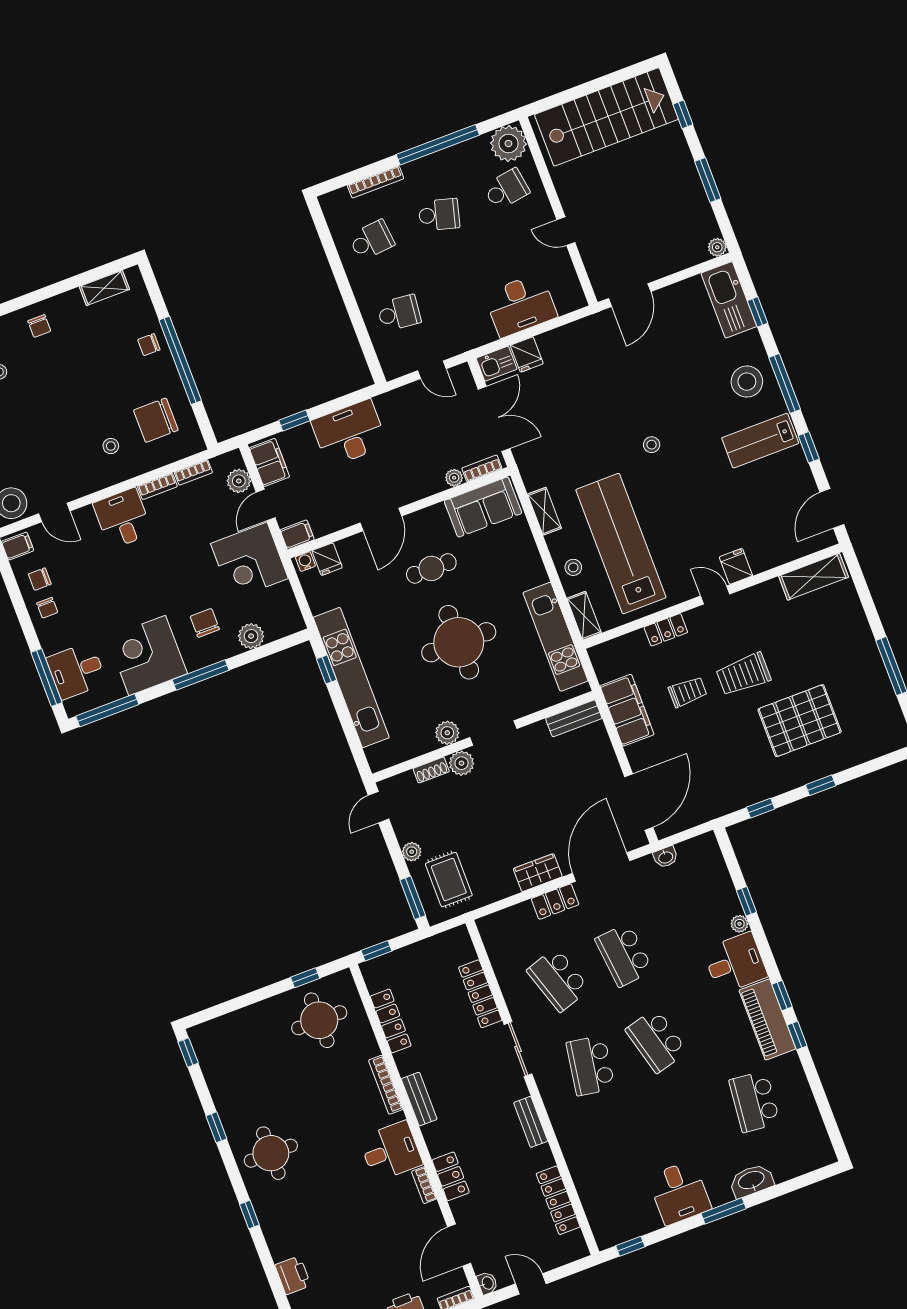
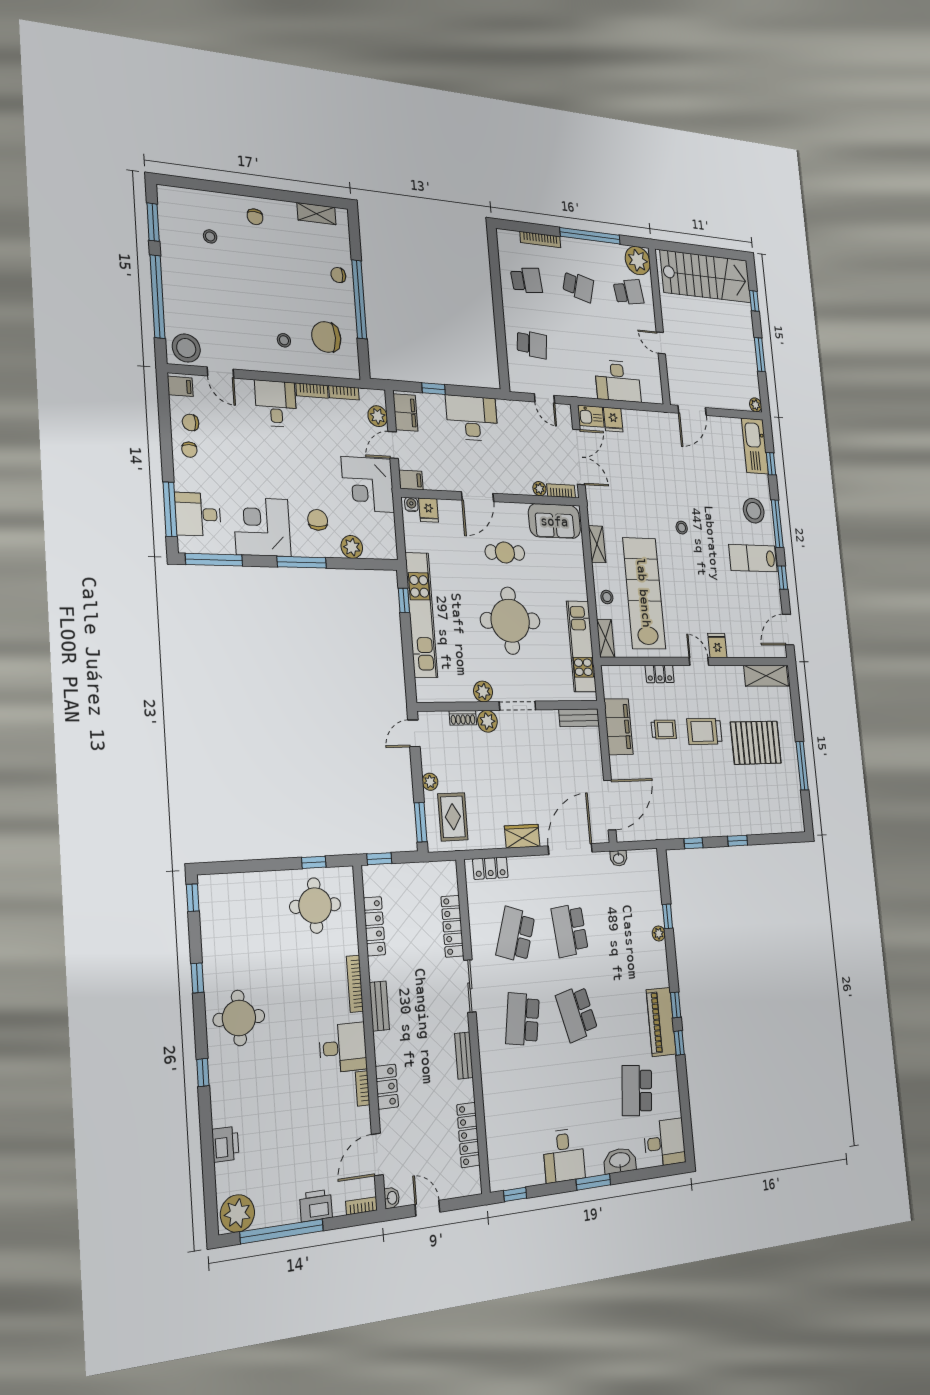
pallet: (800, 721) -> (756, 743), moved
locker: (555, 902) -> (490, 868), moved
desk: (735, 963) -> (665, 1143), moved
school desk: (558, 980) -> (516, 935), turned 36

